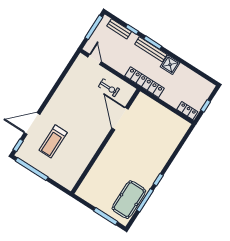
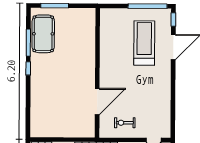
door: (120, 119) -> (97, 101), hinge flipped
treadmill: (53, 141) -> (144, 43), width x1.37, depth x1.38

